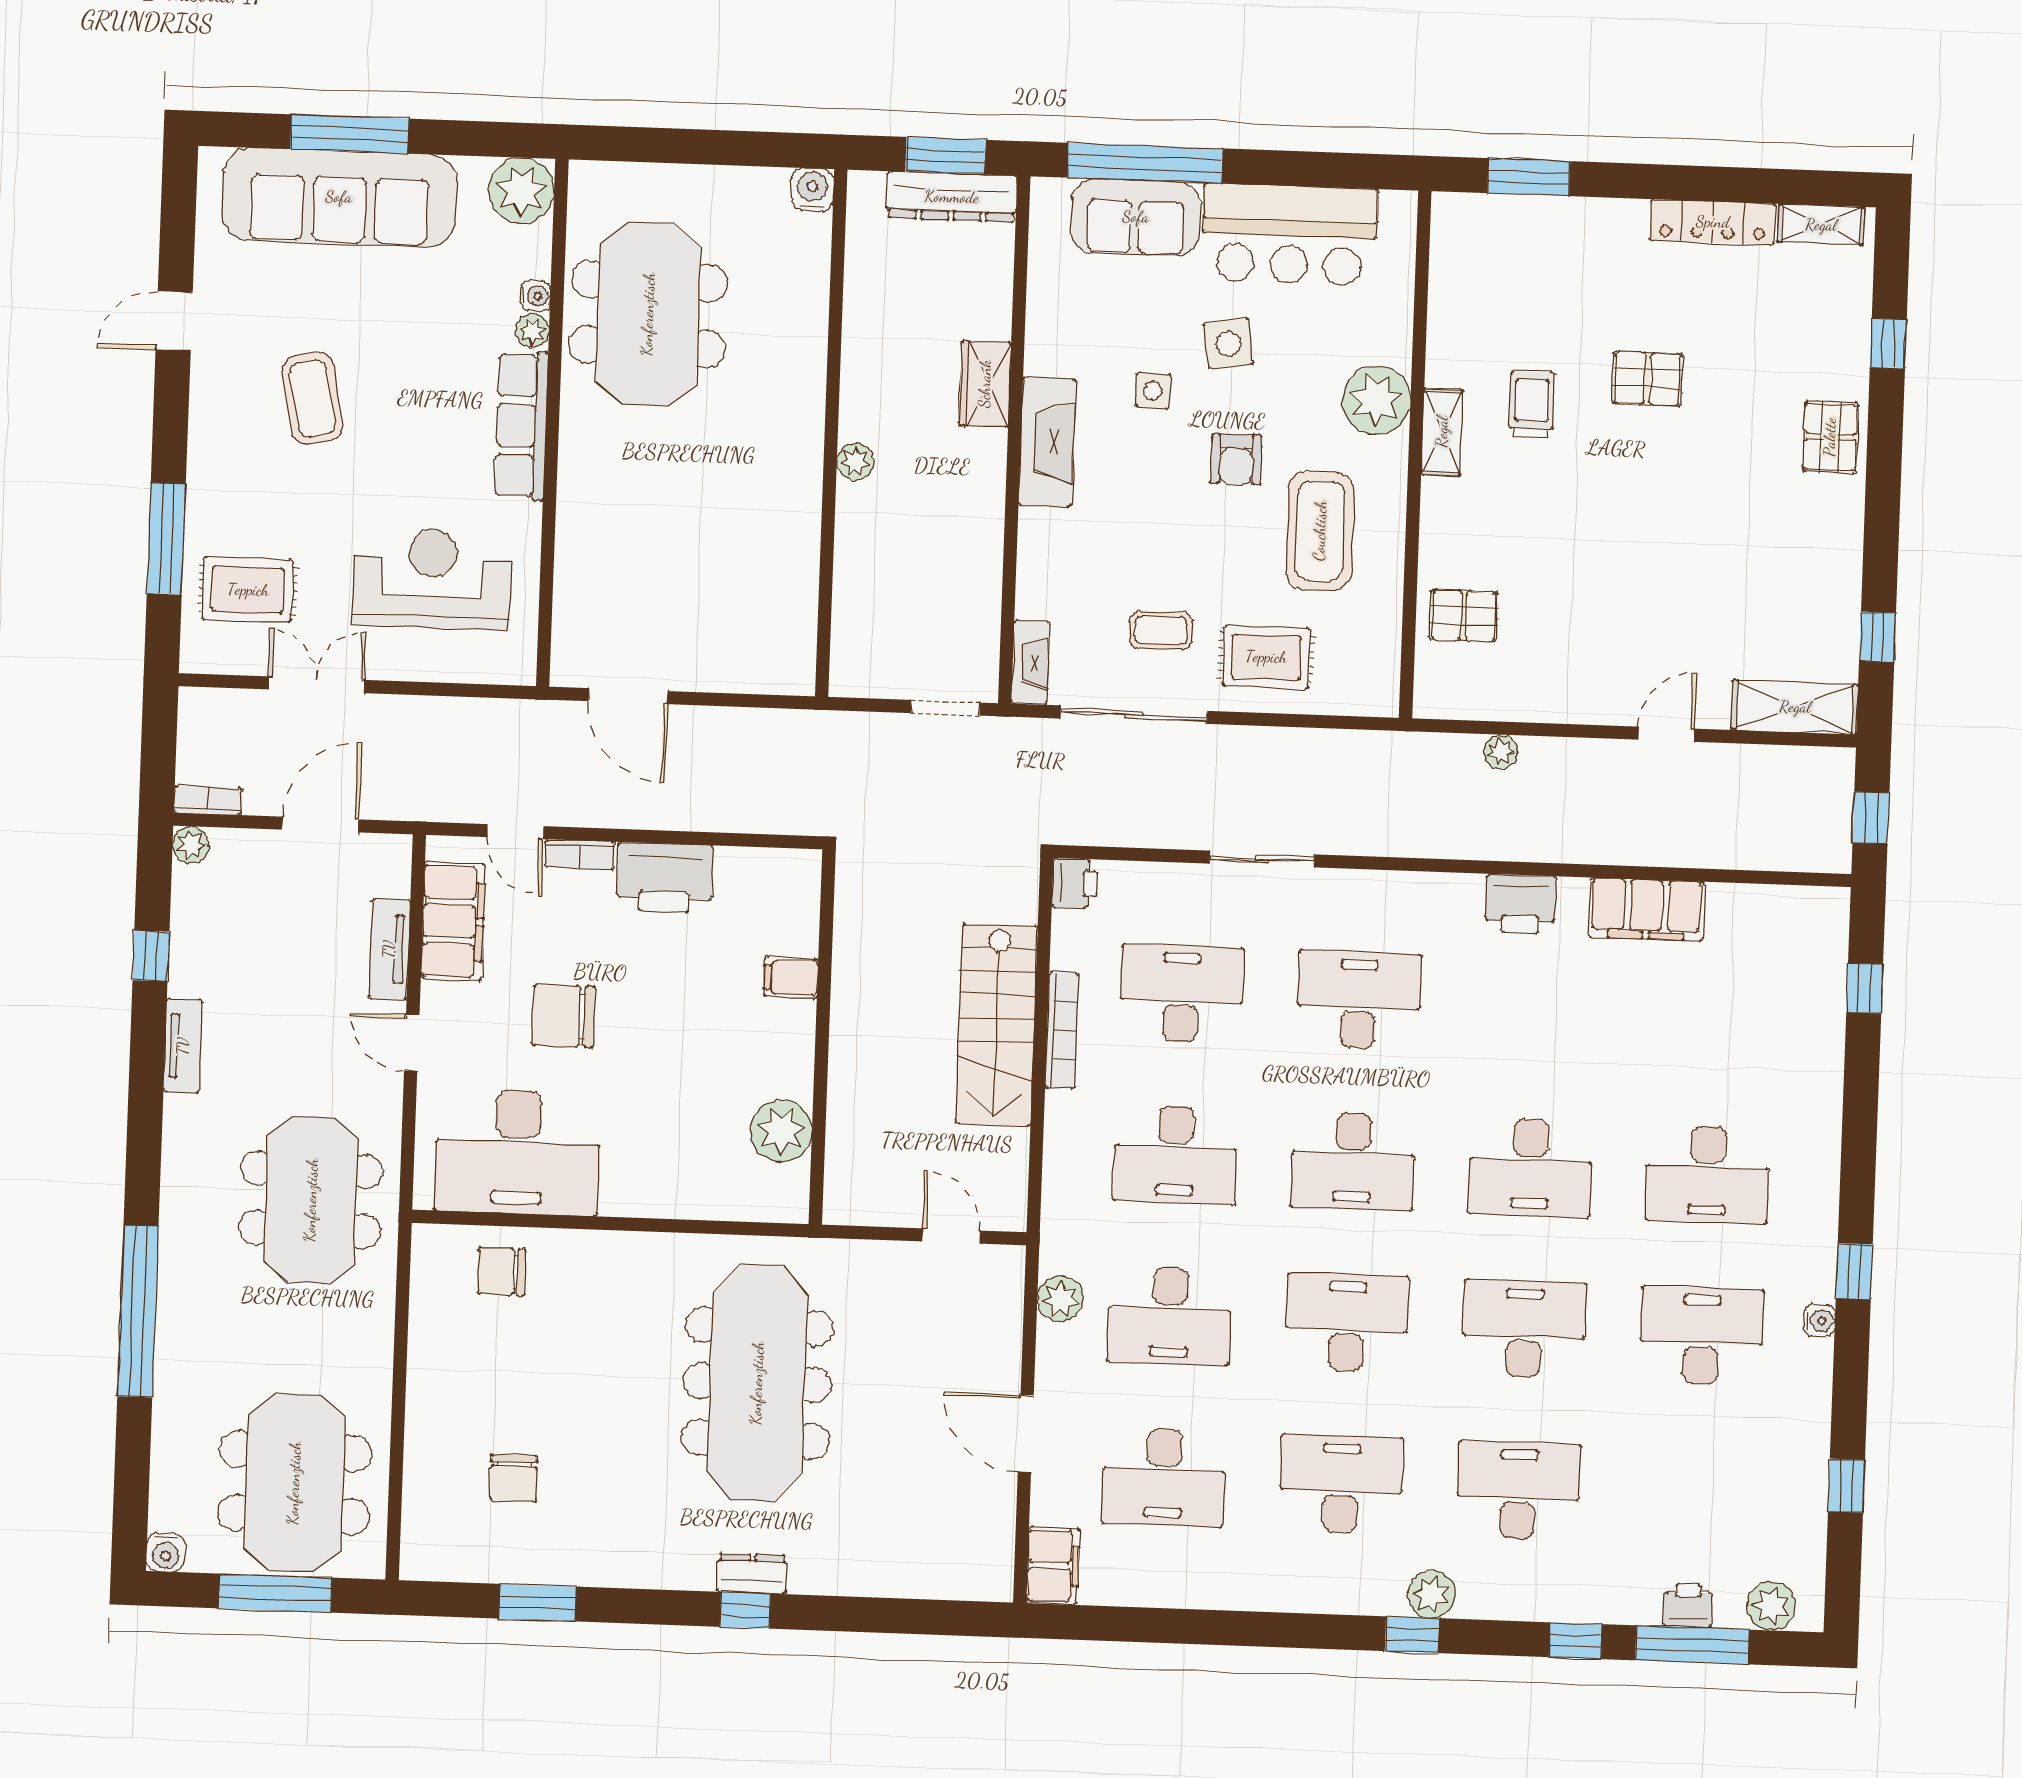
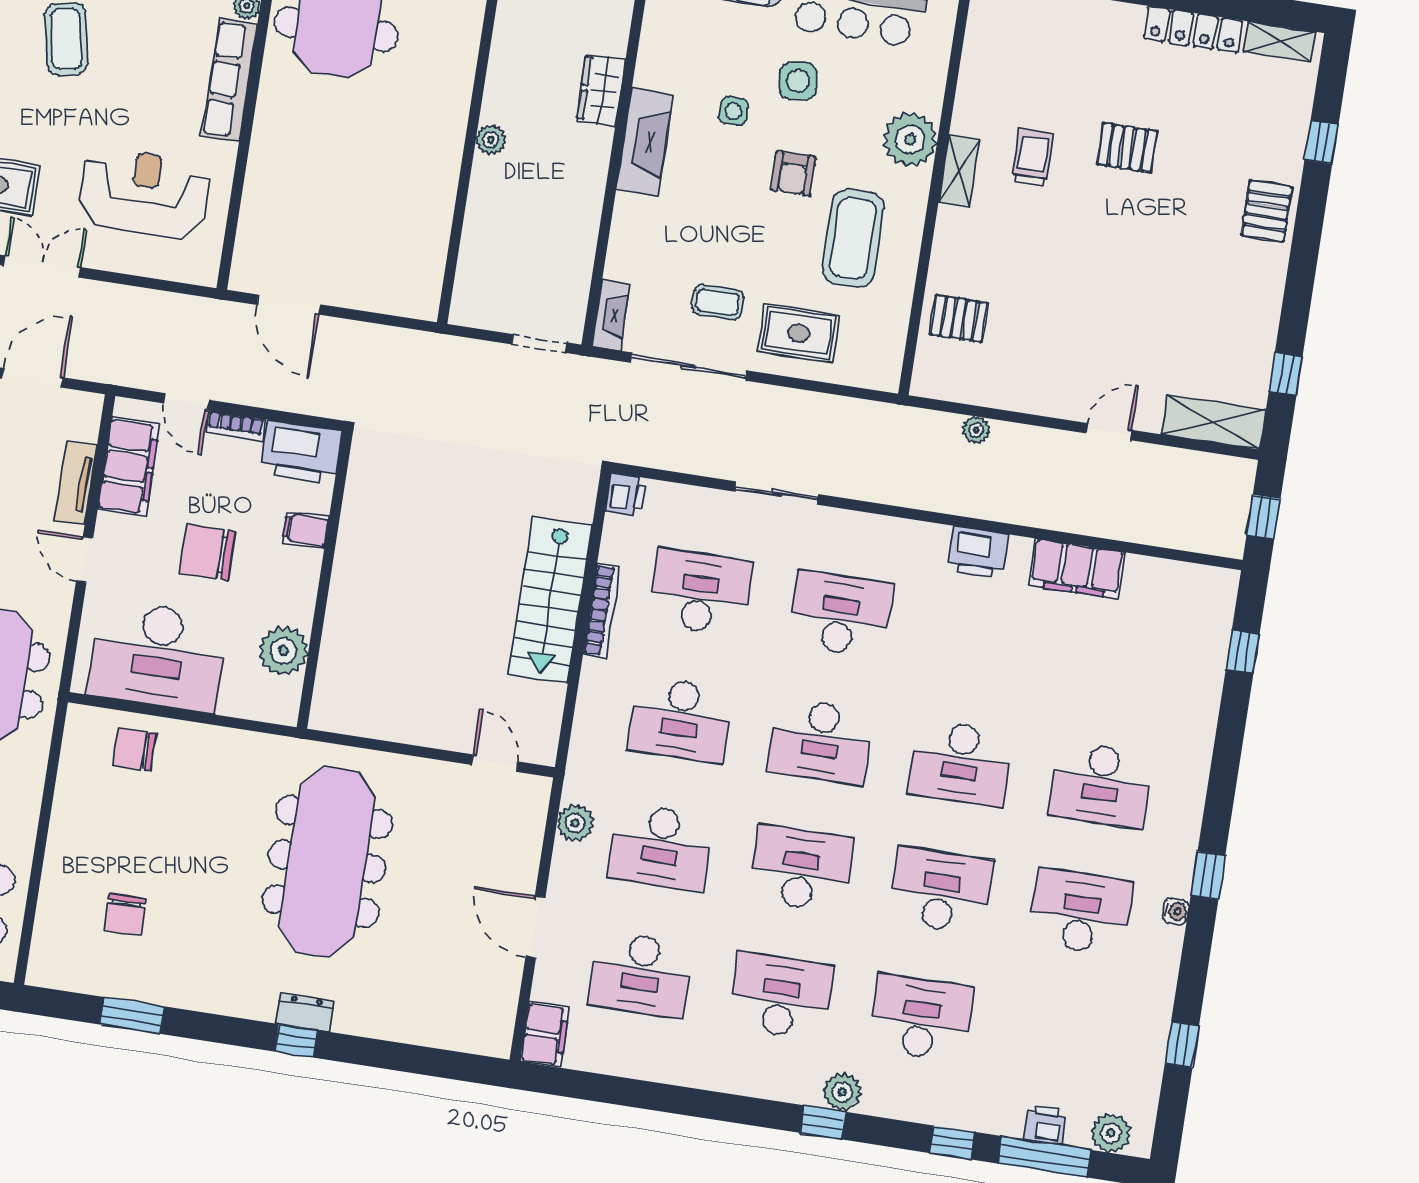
filing cabinet: (791, 978) -> (306, 530), moved
wall: (822, 1037) -> (325, 580), moved
plant: (781, 1131) -> (284, 651), moved

